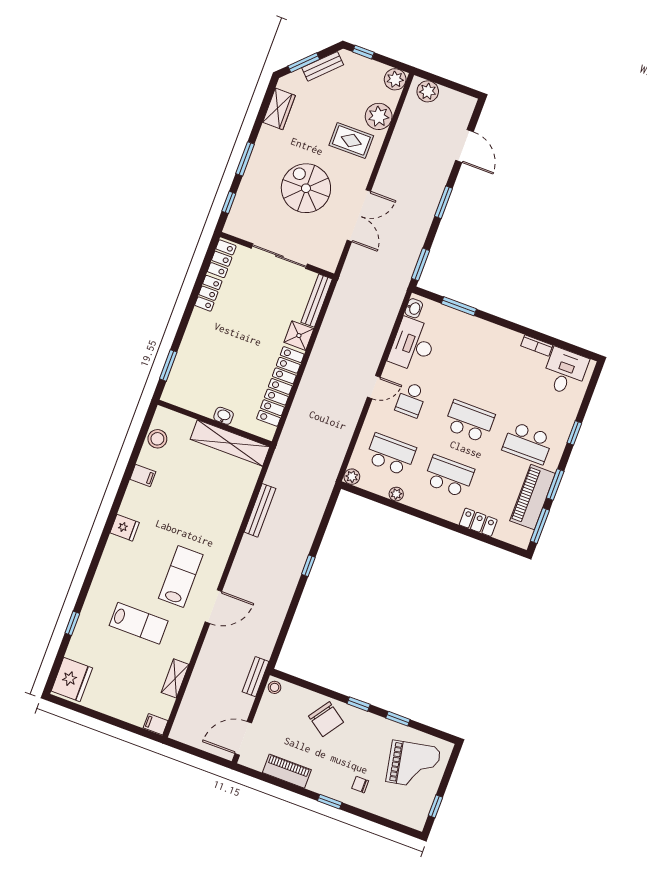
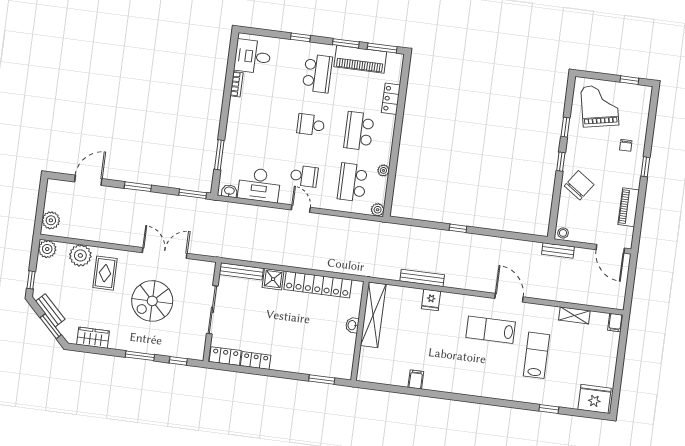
school desk: (469, 421) -> (311, 125), width x0.54
stool: (157, 439) -> (383, 375), removed
fridge: (125, 528) -> (431, 300), moved, turned 180

